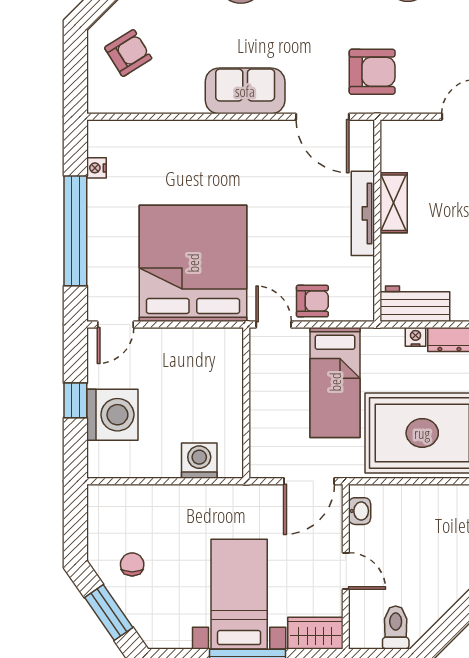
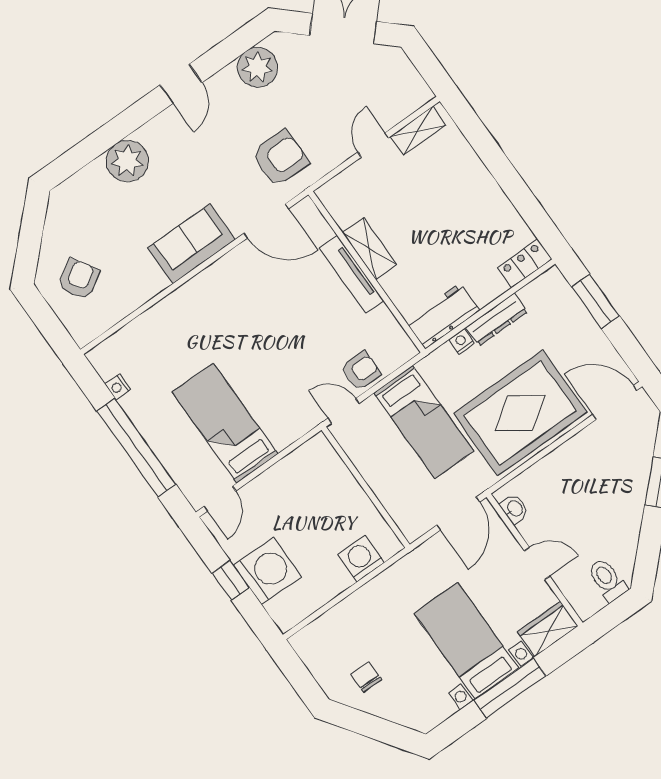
bed: (193, 263) -> (225, 423), width x0.49
window: (109, 612) -> (375, 728), removed

